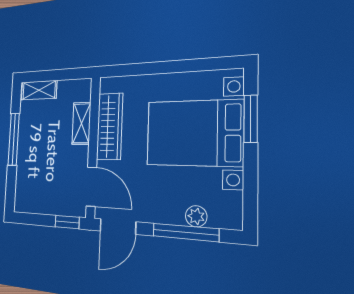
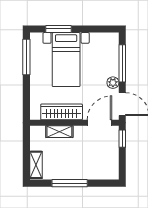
window: (199, 65) -> (26, 57), added
bed with nightstands: (194, 133) -> (66, 60), width x0.73
plant: (196, 216) -> (113, 83), moved

